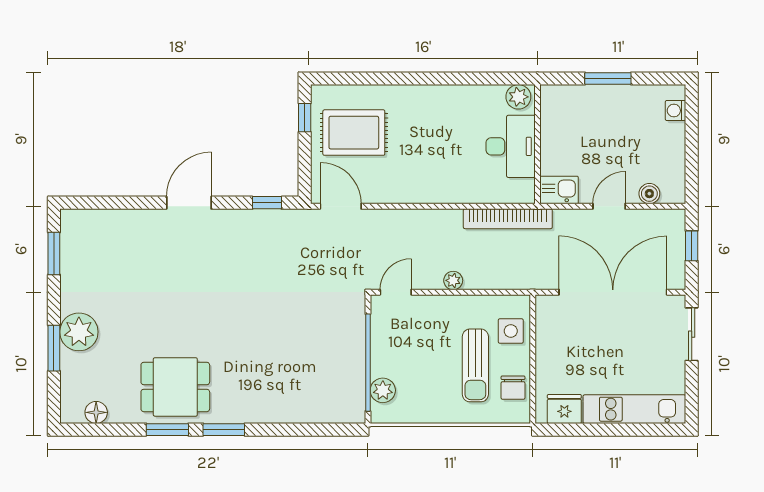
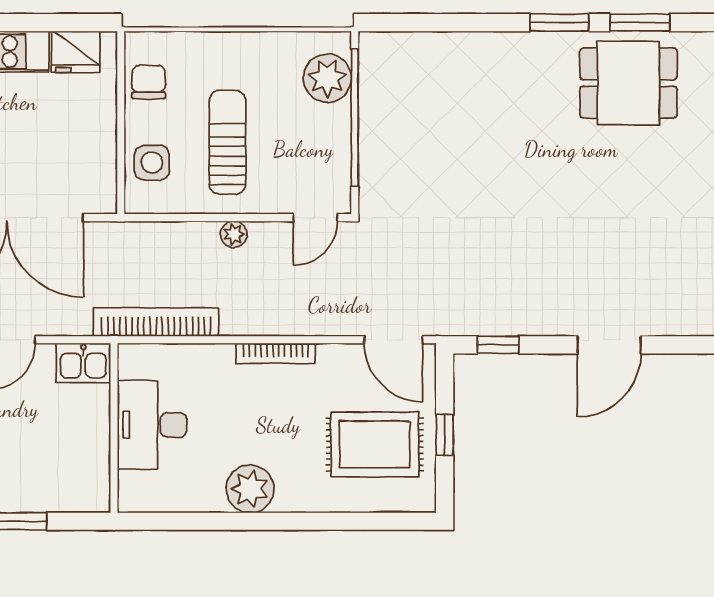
plant: (518, 97) -> (250, 489), moved, width x1.36, depth x1.36
window: (305, 118) -> (445, 435), moved
bookcase: (424, 197) -> (276, 353), added
sun lounger: (475, 365) -> (228, 142), moved
plant: (383, 390) -> (327, 78), width x1.36, depth x1.36

